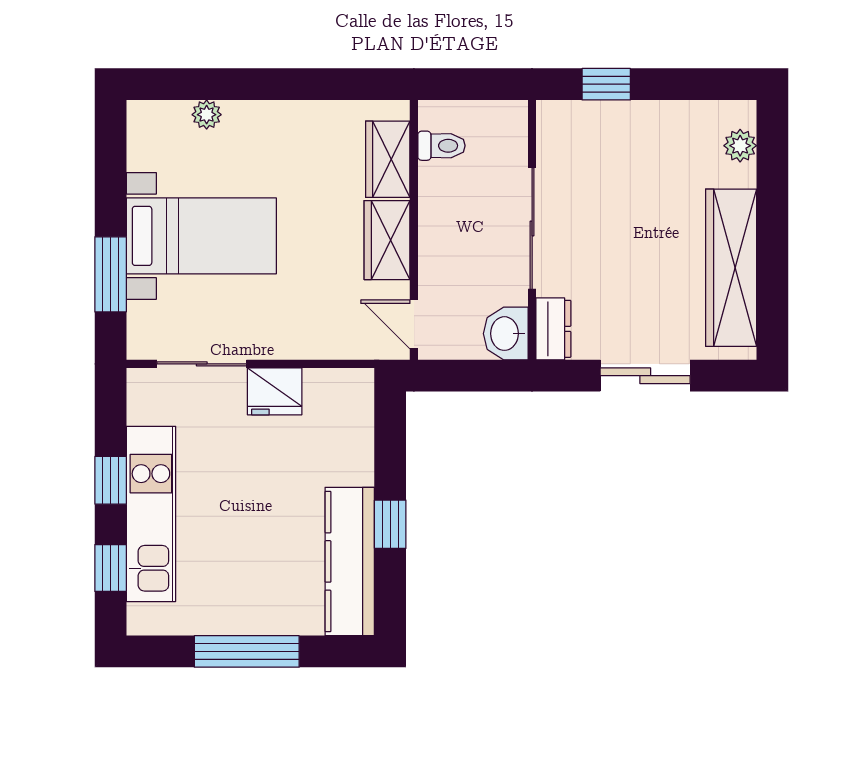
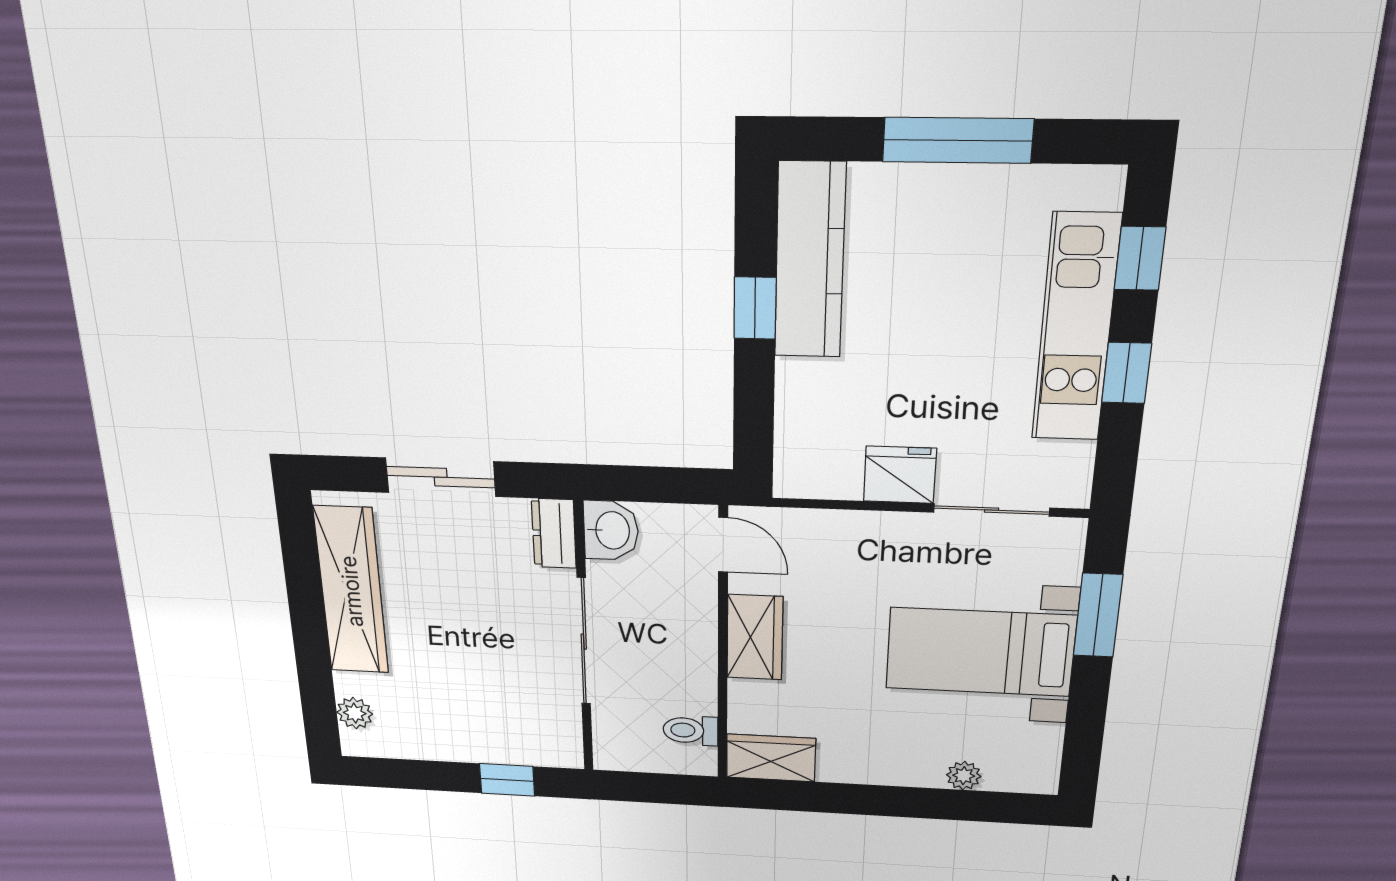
wardrobe: (388, 159) -> (771, 758), moved, turned -90

